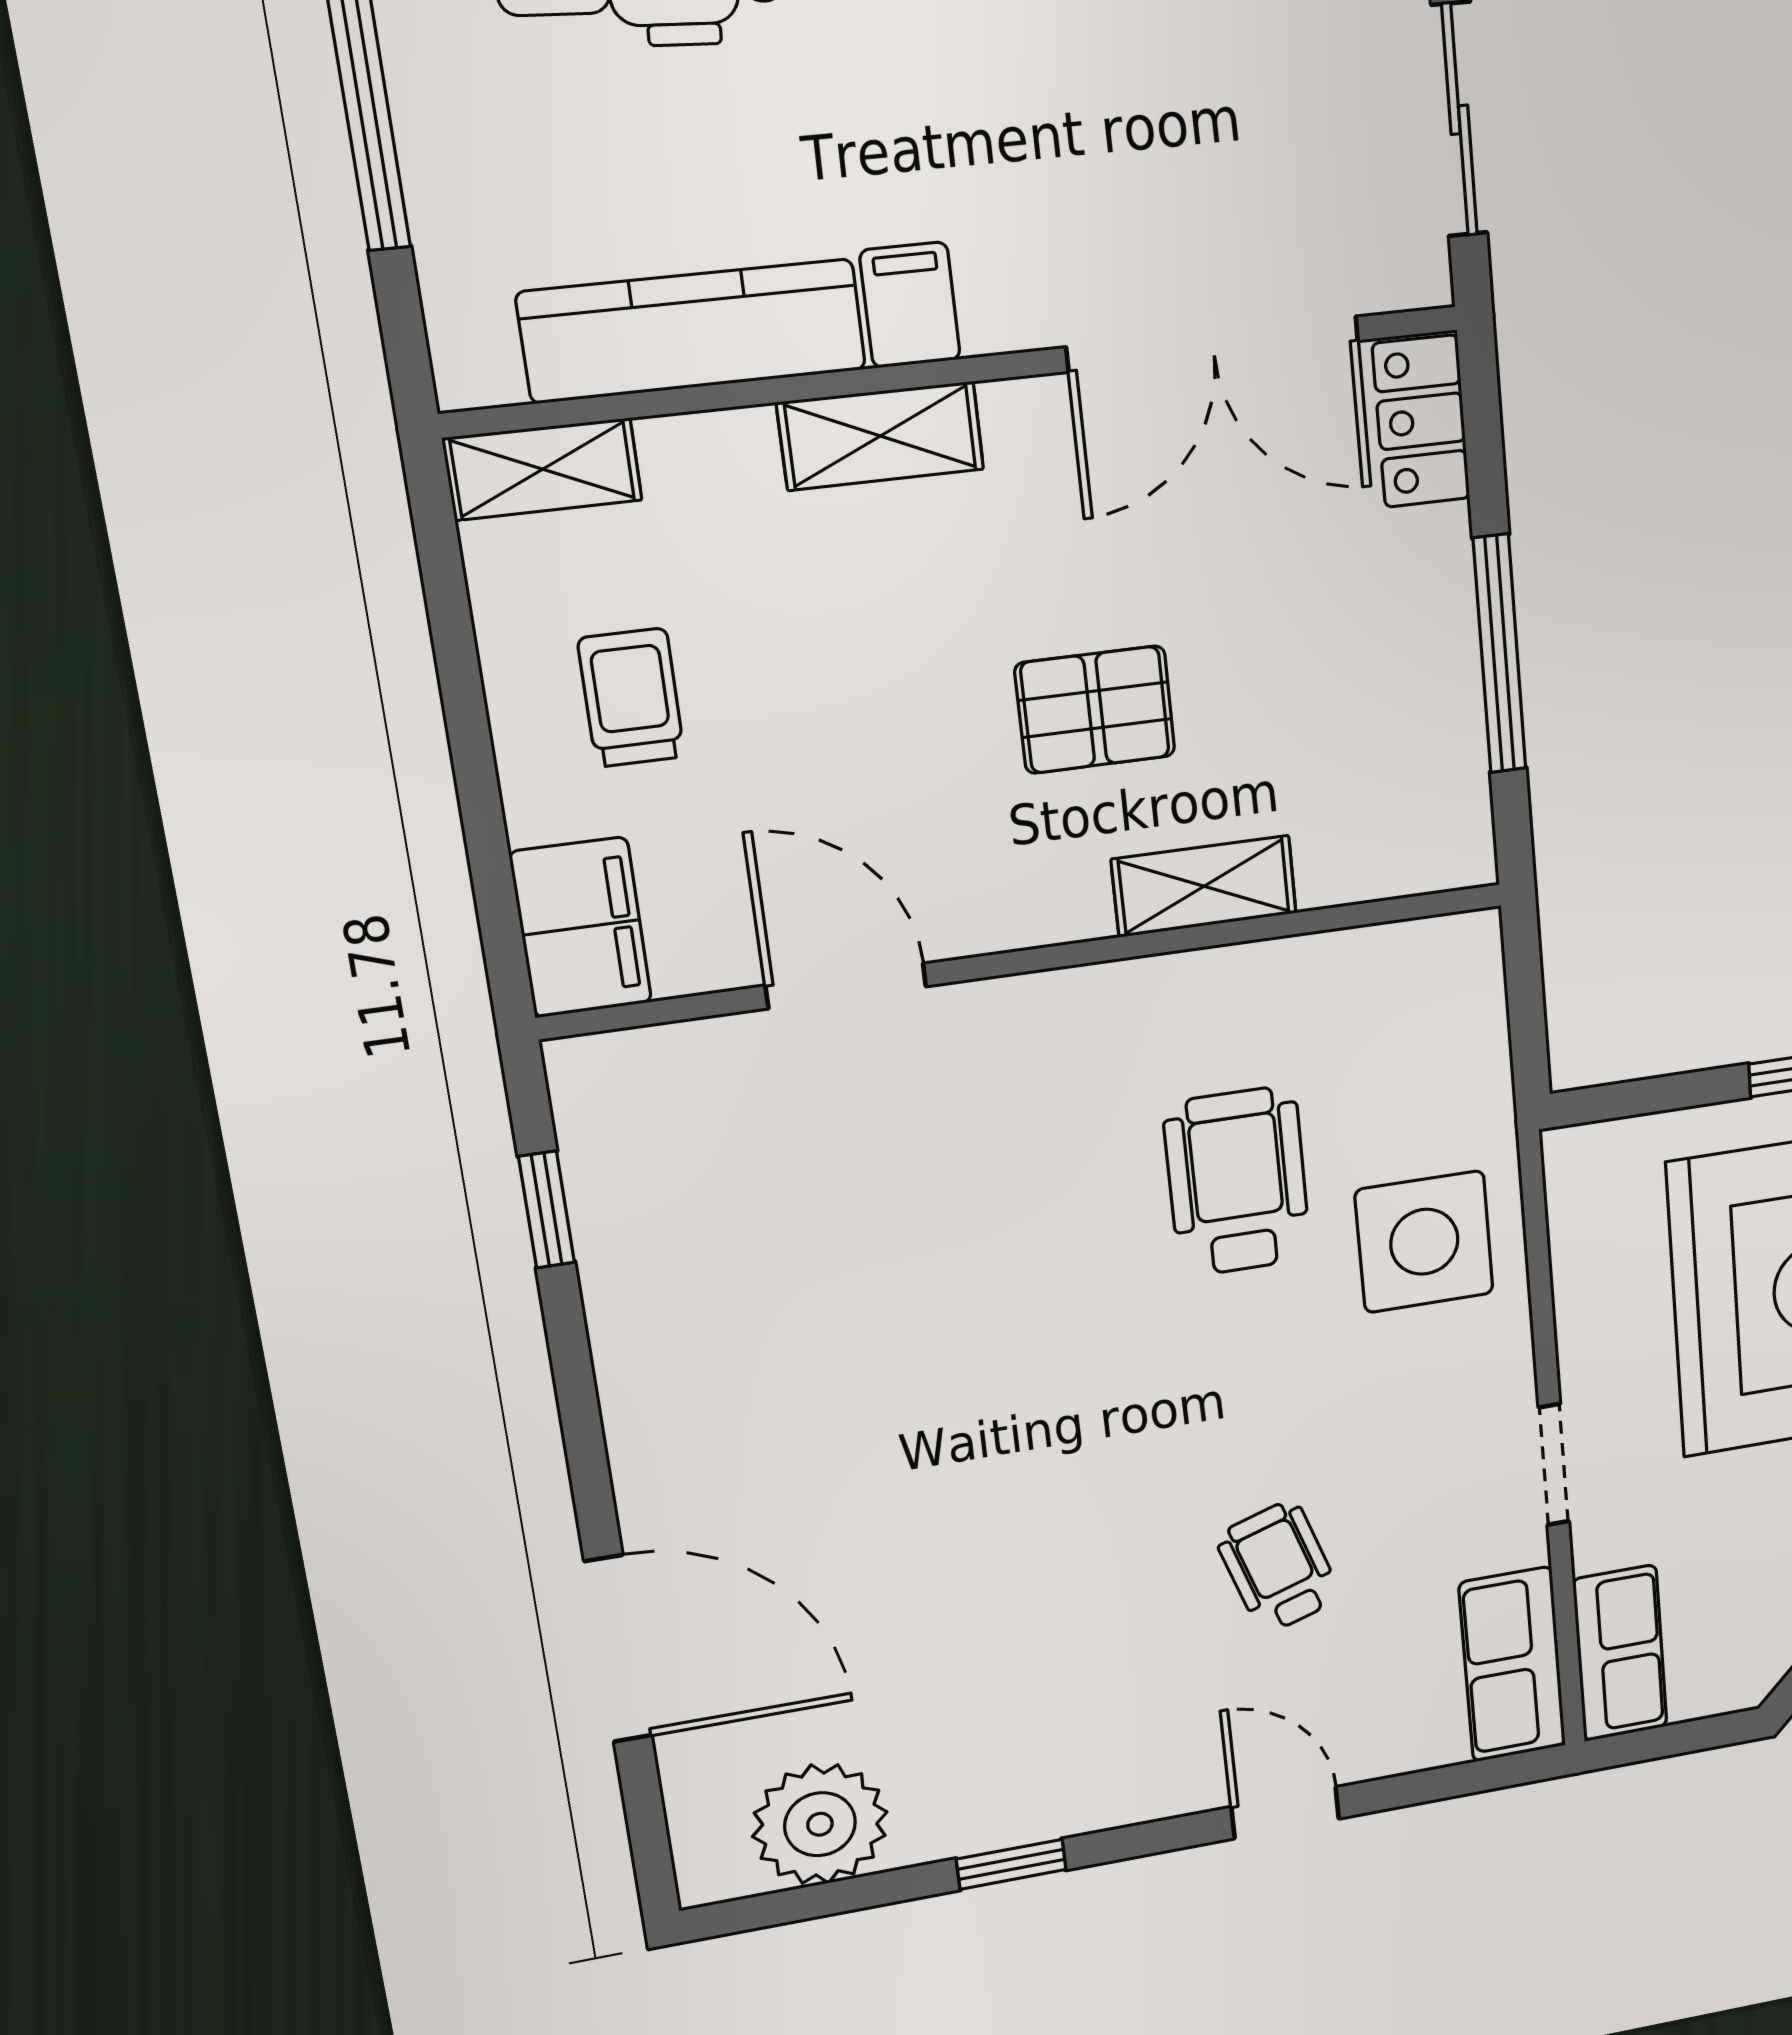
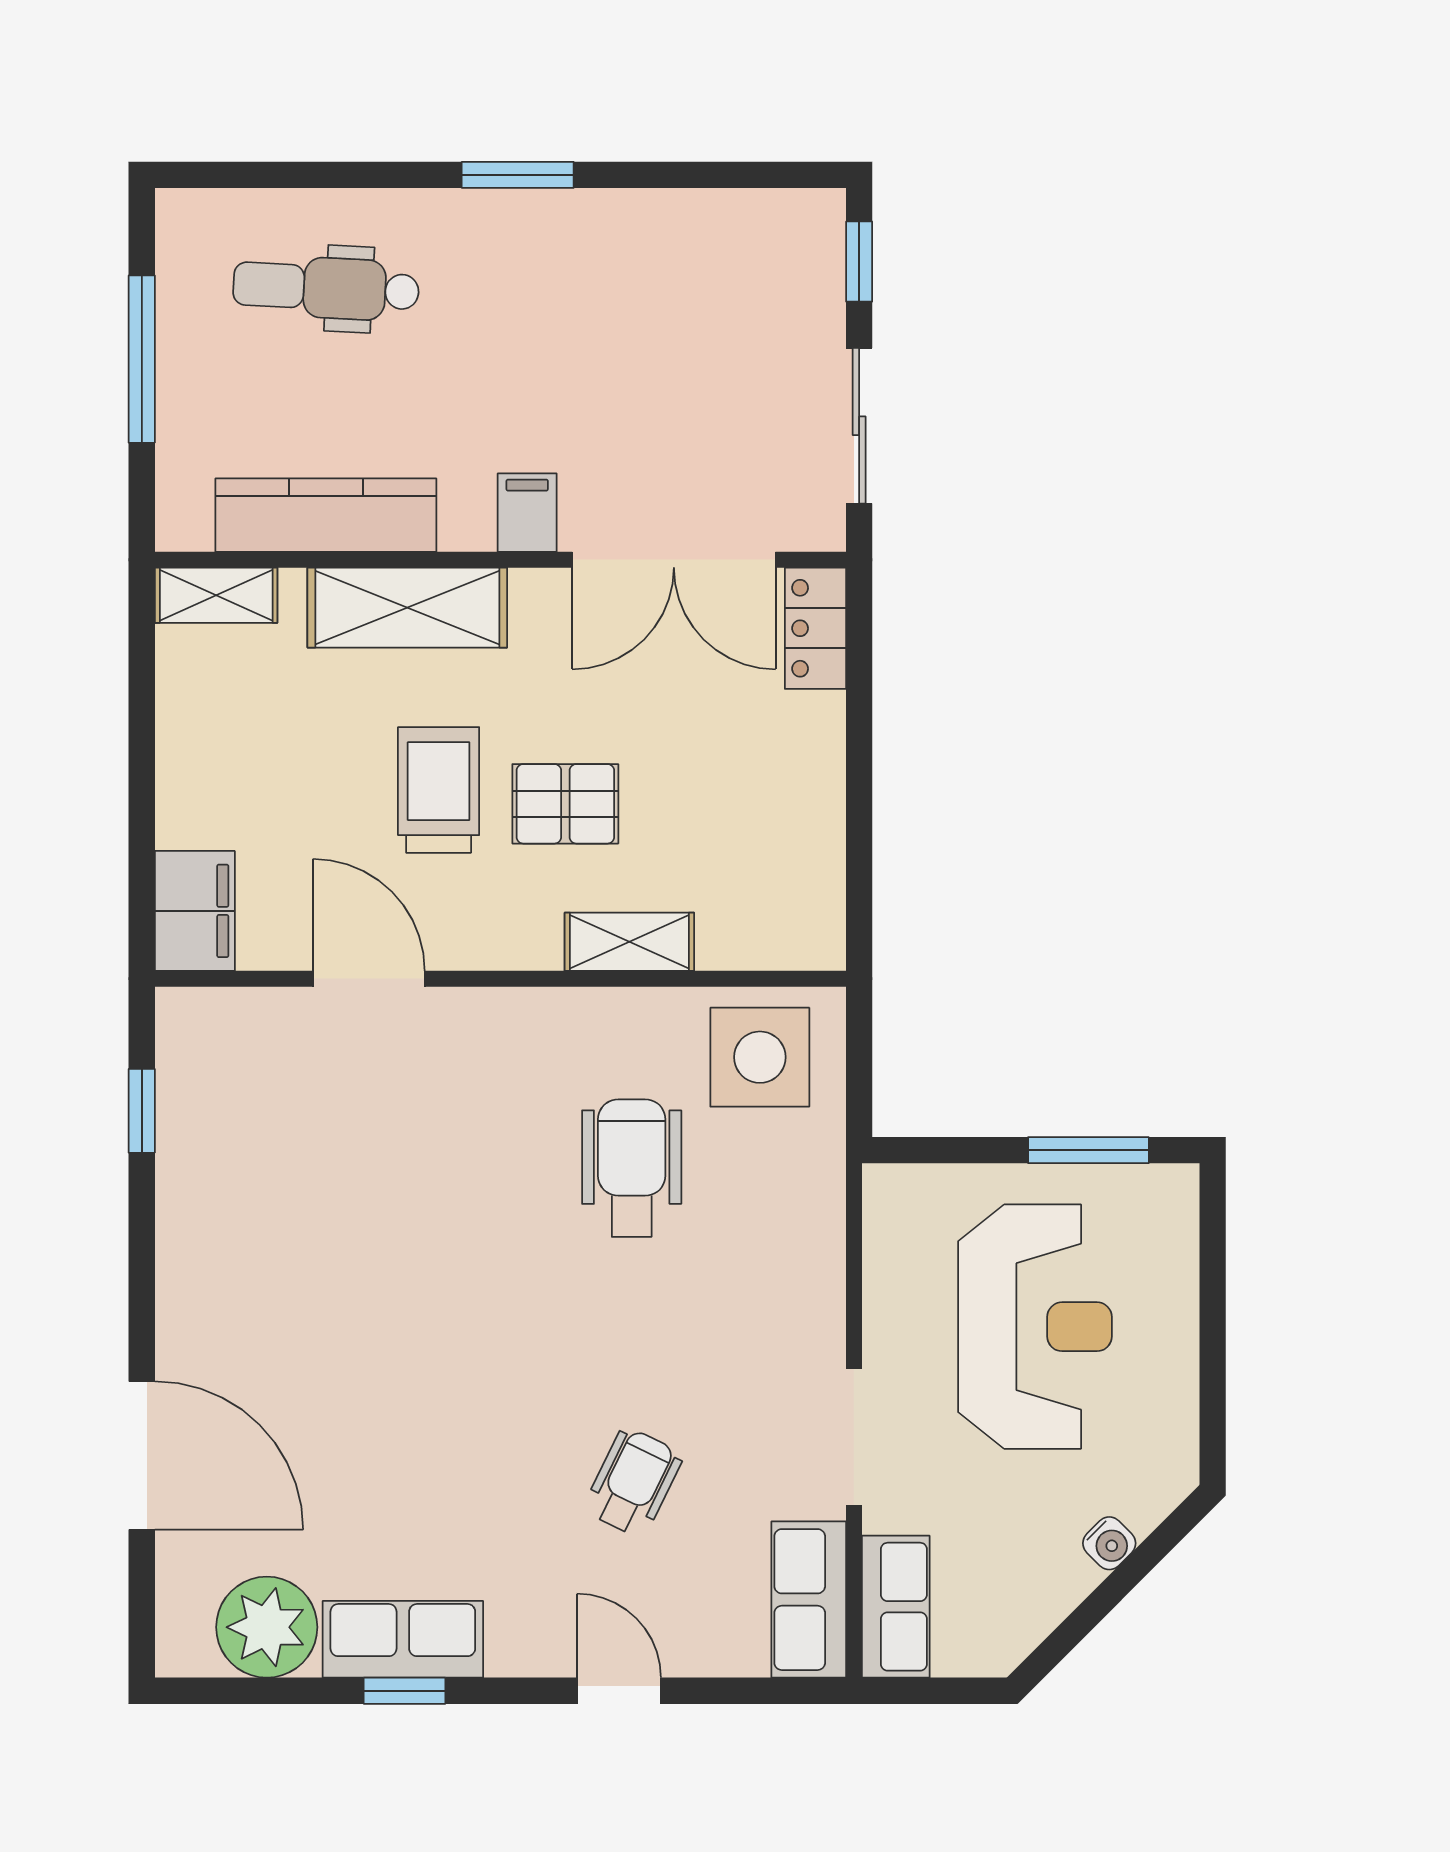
filing cabinet: (910, 305) -> (527, 513), moved
shelving: (881, 436) -> (407, 608), width x1.50, depth x1.33
window: (1500, 654) -> (859, 800), removed
trolley: (631, 698) -> (439, 790), moved, width x1.36, depth x1.39
side table: (1424, 1242) -> (760, 1057), moved
doorway: (1554, 1465) -> (854, 1437), width x1.38
wheelchair: (1279, 1567) -> (633, 1482), turned 44
row of seats: (1001, 1805) -> (403, 1639), added

